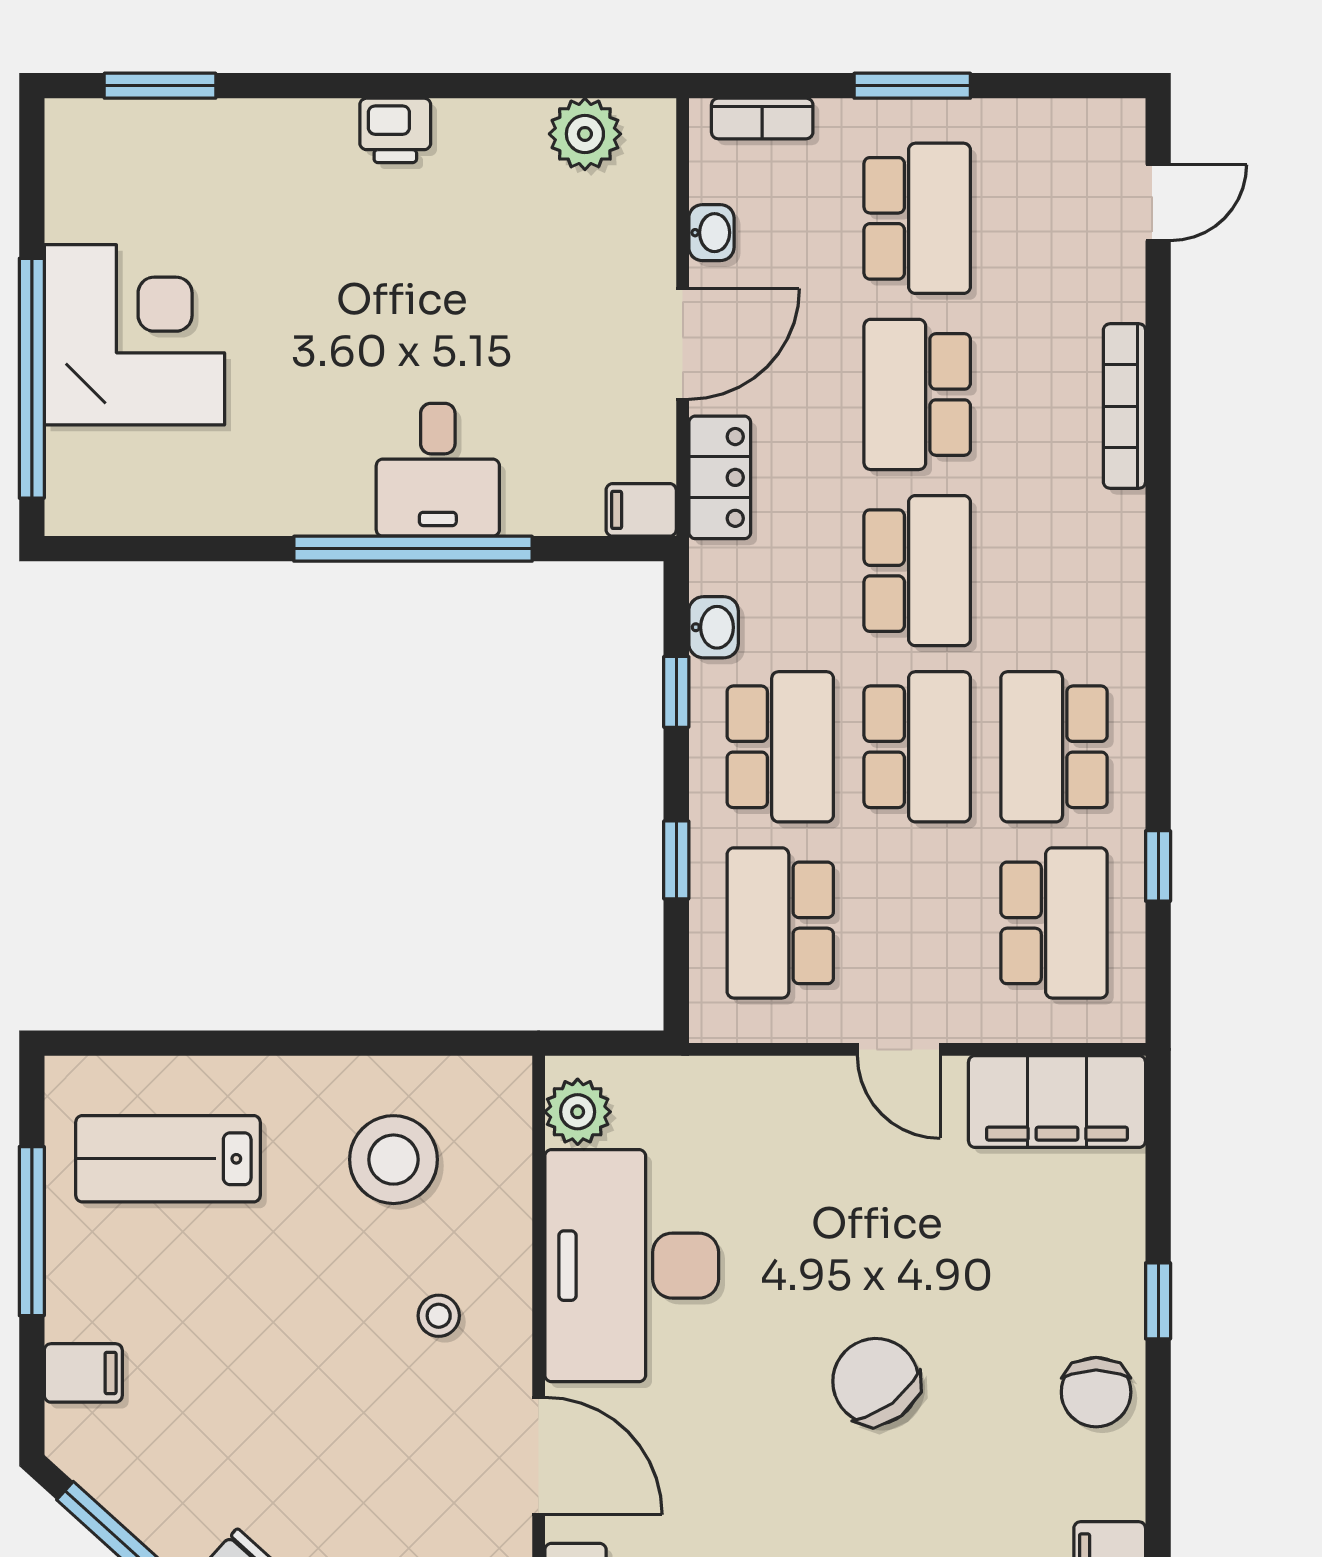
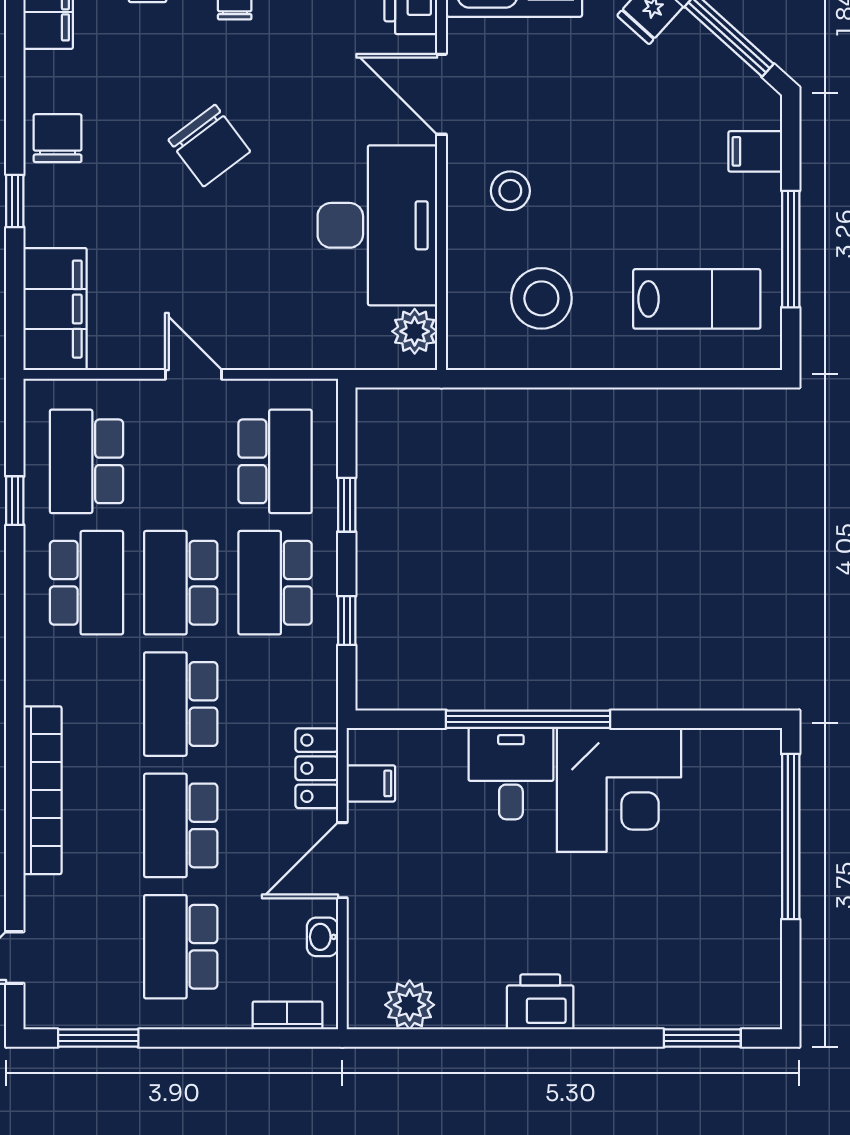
window: (912, 86) -> (98, 1038), moved
printer: (395, 130) -> (540, 1002), width x1.36, depth x1.24
corner desk: (134, 335) -> (619, 790), moved, turned -90
school desk: (917, 394) -> (181, 825), turned 180
bookcase: (1124, 406) -> (42, 790), width x1.48, depth x1.31
filing cabinet: (641, 510) -> (371, 783), moved
washbasin: (714, 627) -> (321, 665), removed
filing cabinet: (1057, 1101) -> (55, 309), moved, turned 90
stool: (439, 1316) -> (510, 191), width x1.37, depth x1.37

